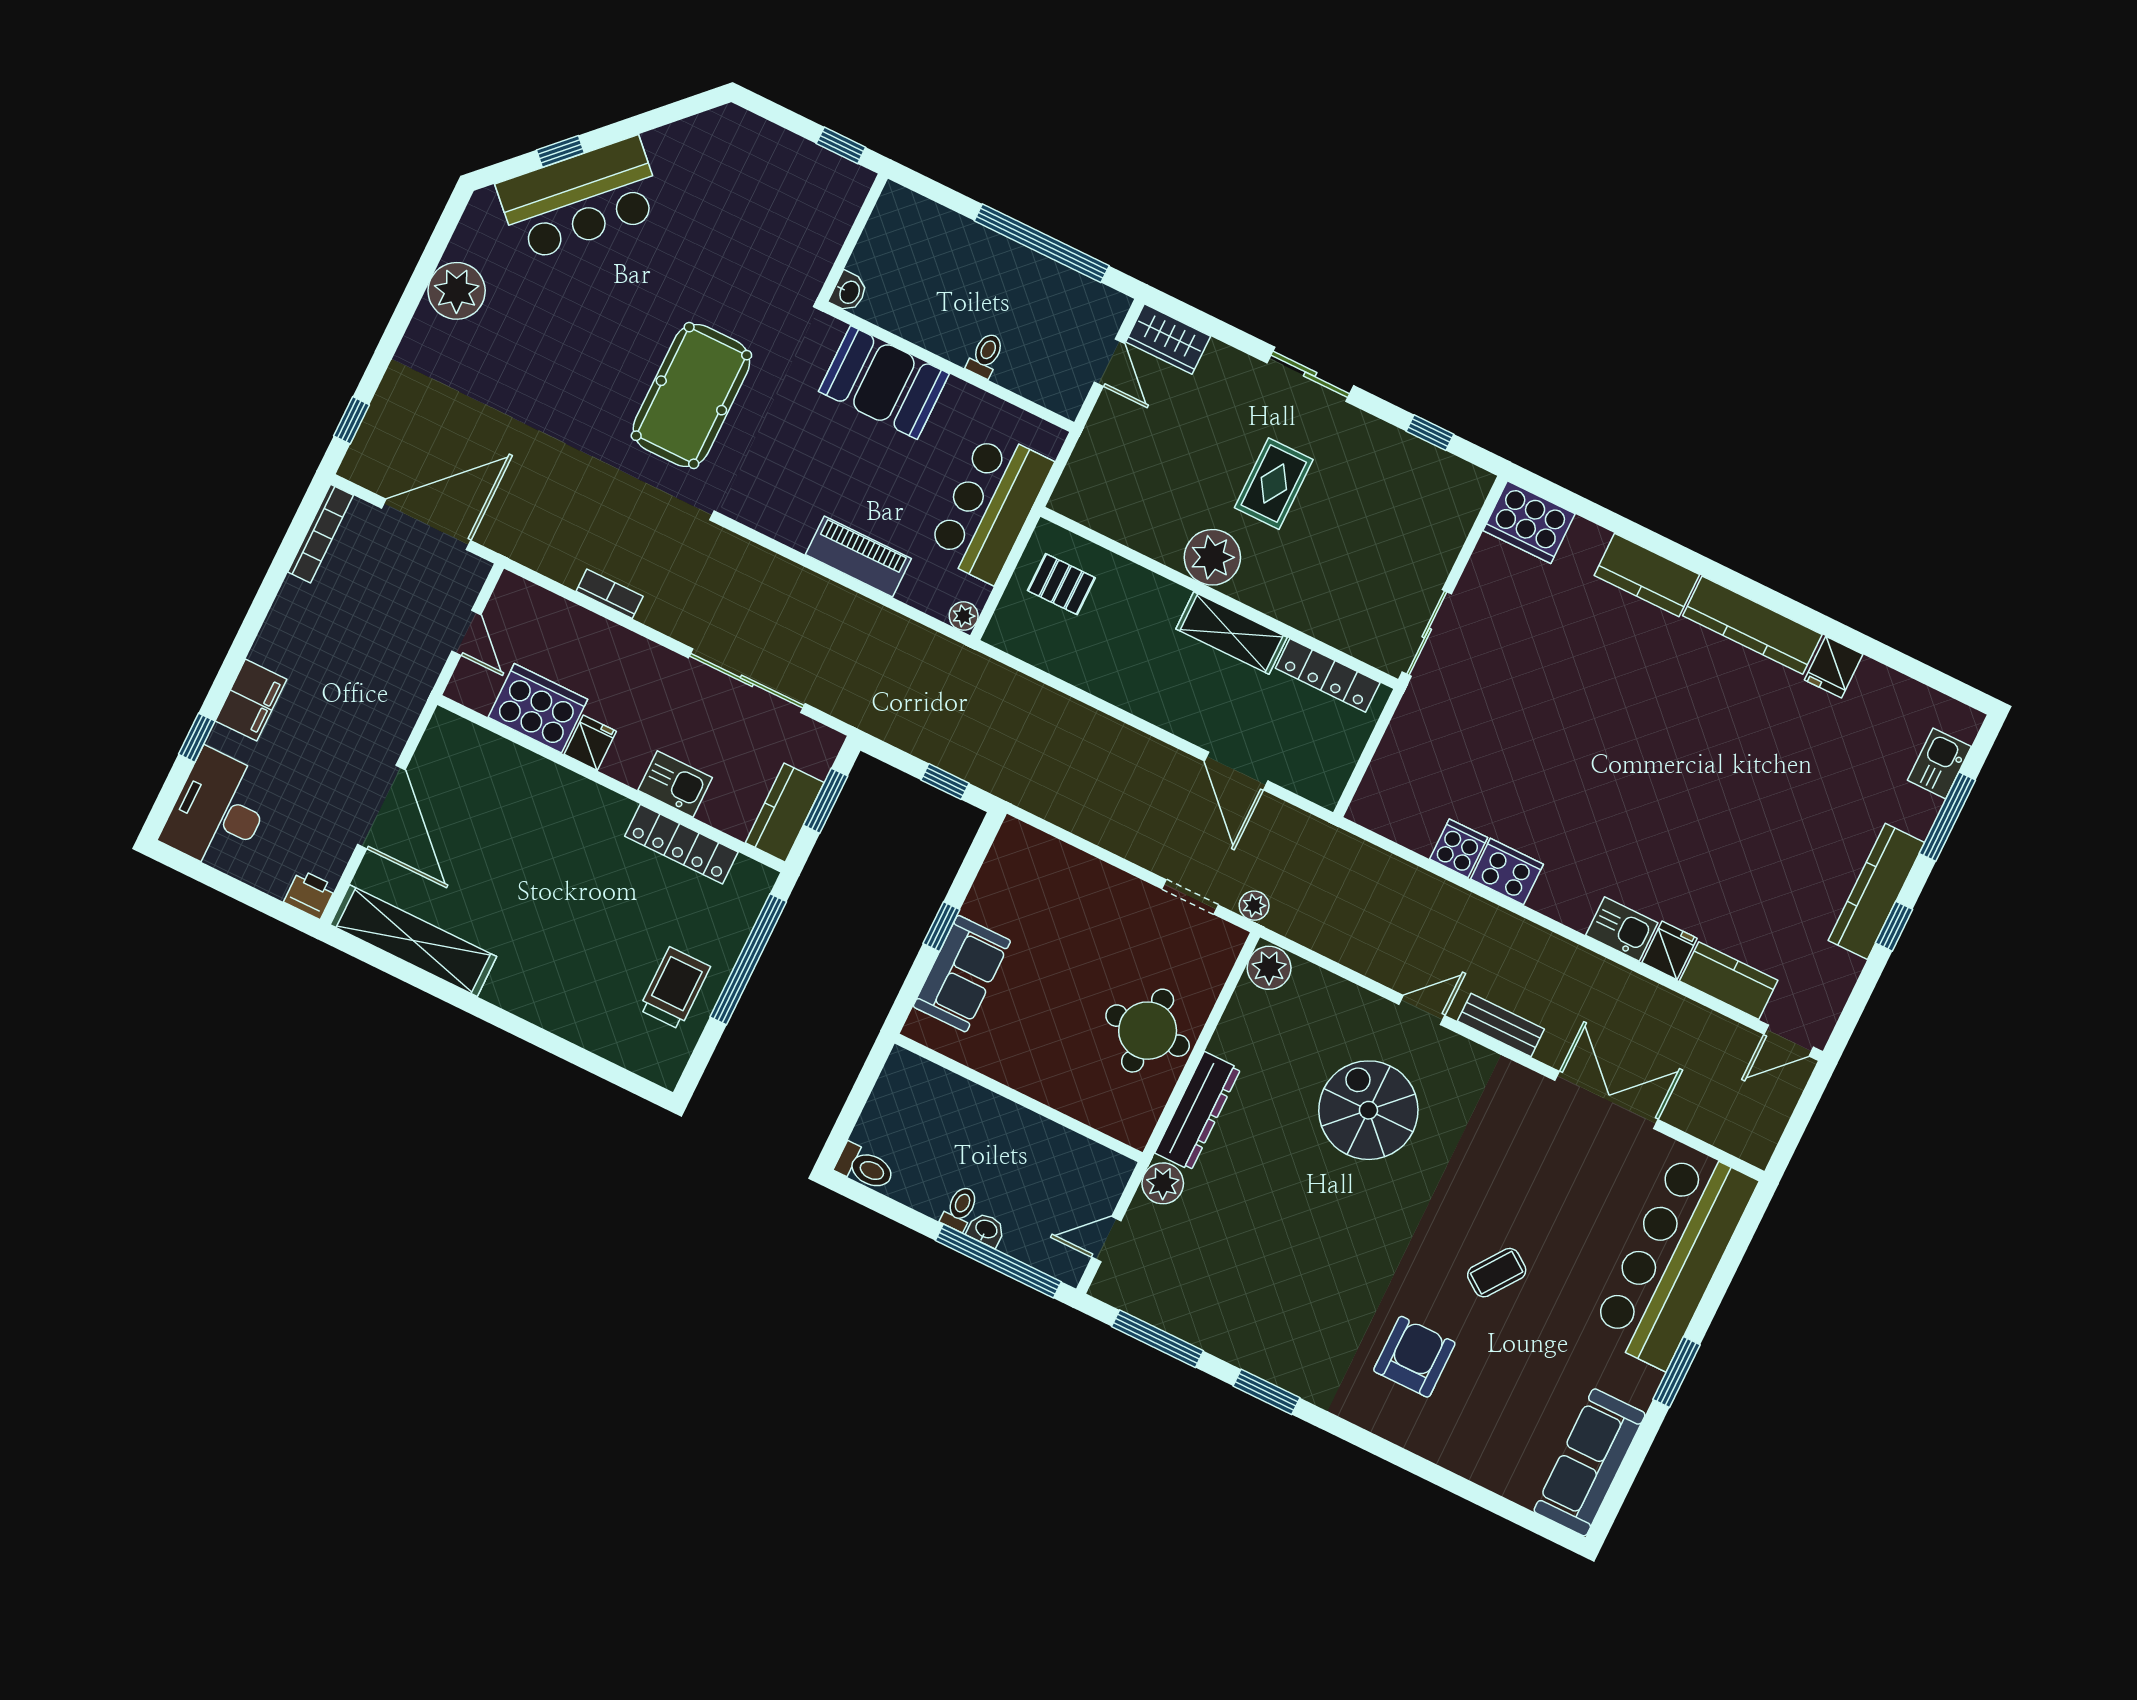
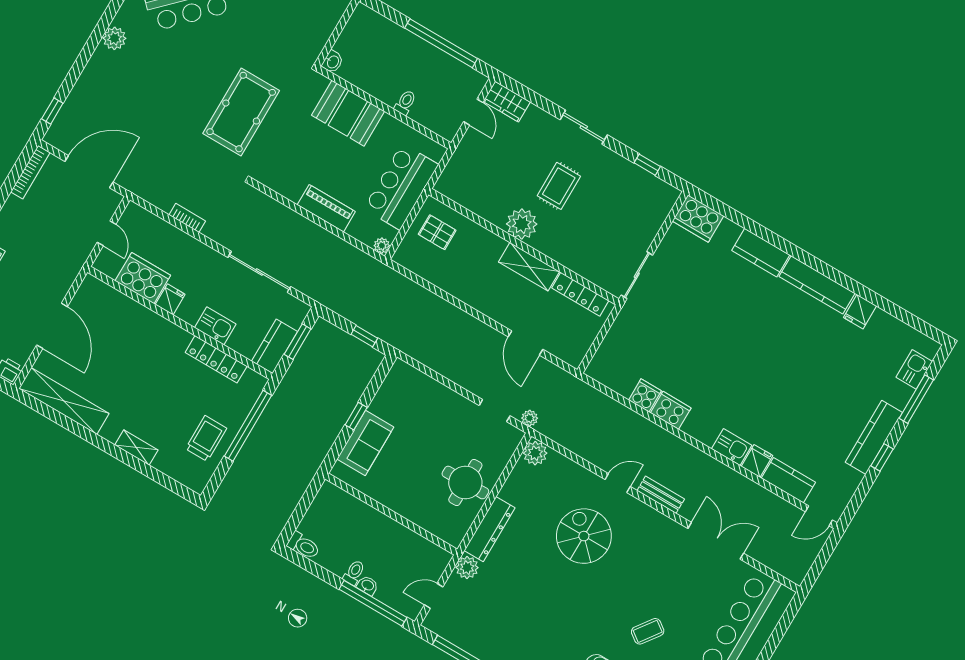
plant: (457, 291) -> (114, 38), width x0.73, depth x0.73
shelving: (550, 1014) -> (136, 448), added

